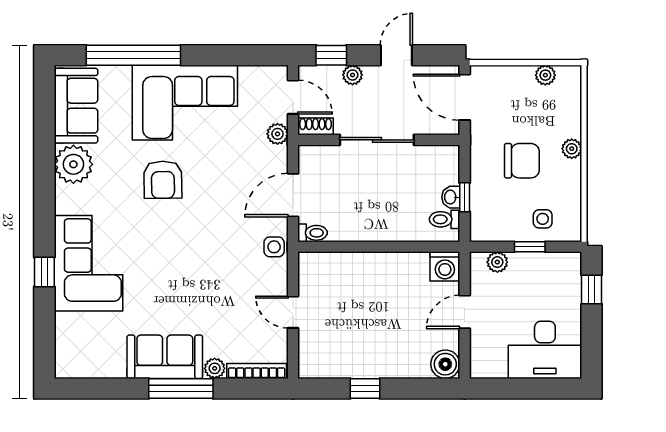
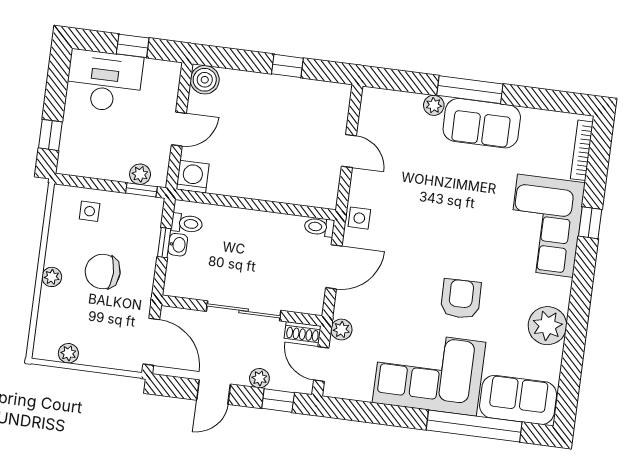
sofa: (76, 106) -> (518, 400), moved, turned 90
window: (530, 247) -> (141, 190), moved
bookcase: (257, 371) -> (582, 150), moved, turned 90
window: (521, 388) -> (133, 46), added

